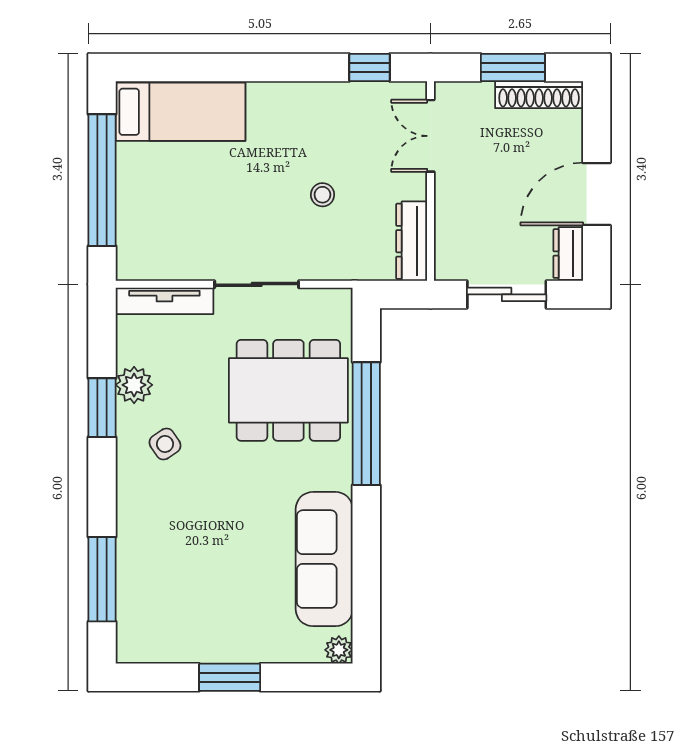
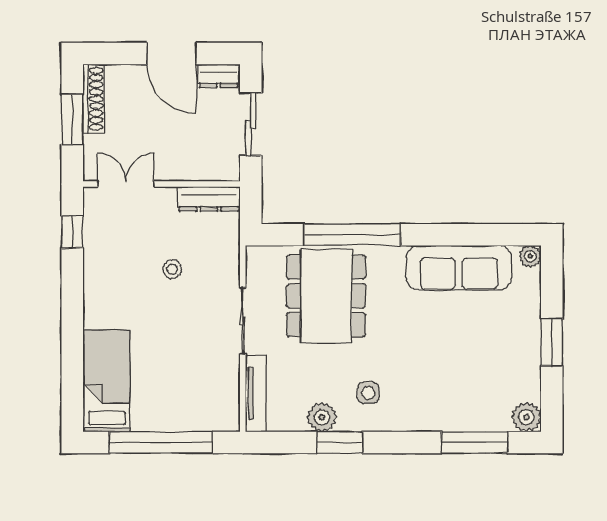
double door: (431, 136) -> (126, 184), swing flipped
side table: (165, 444) -> (368, 393), turned 34
plant: (134, 645) -> (526, 417), added

